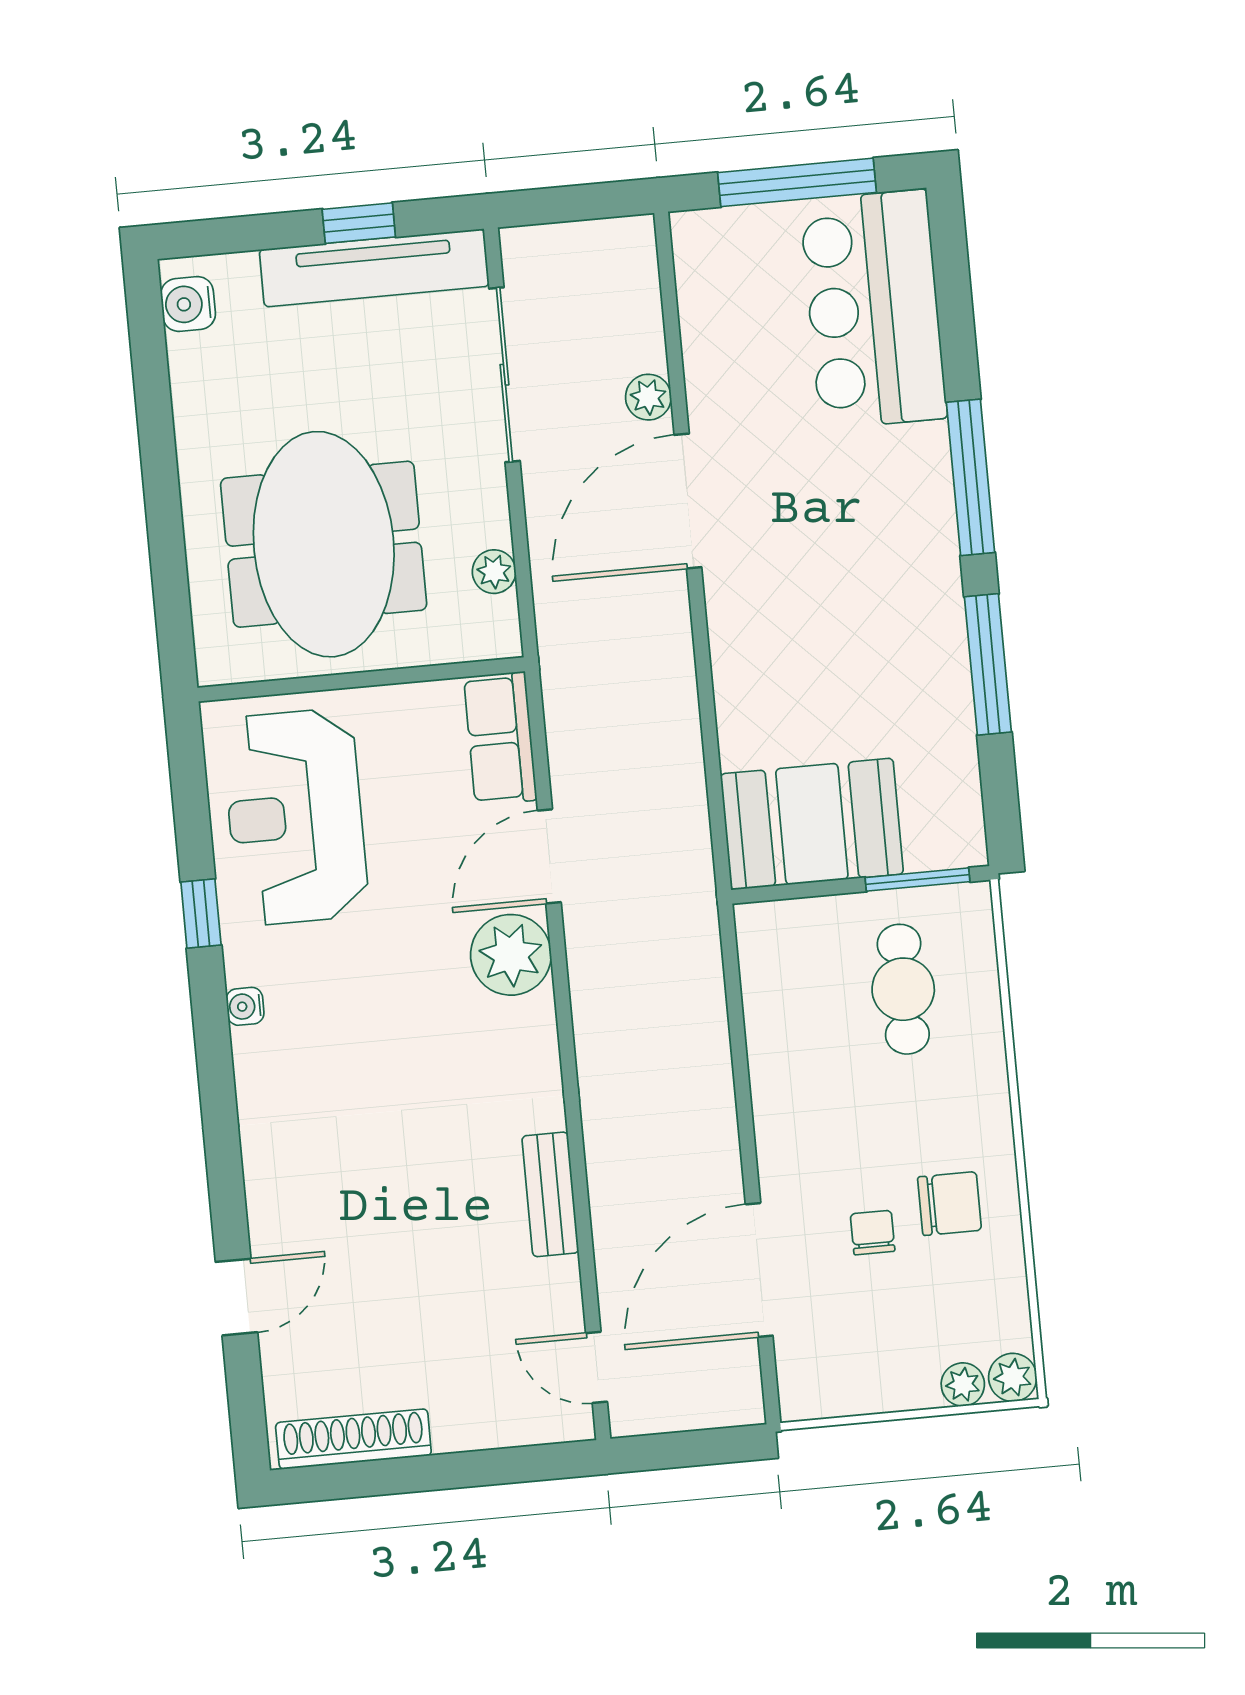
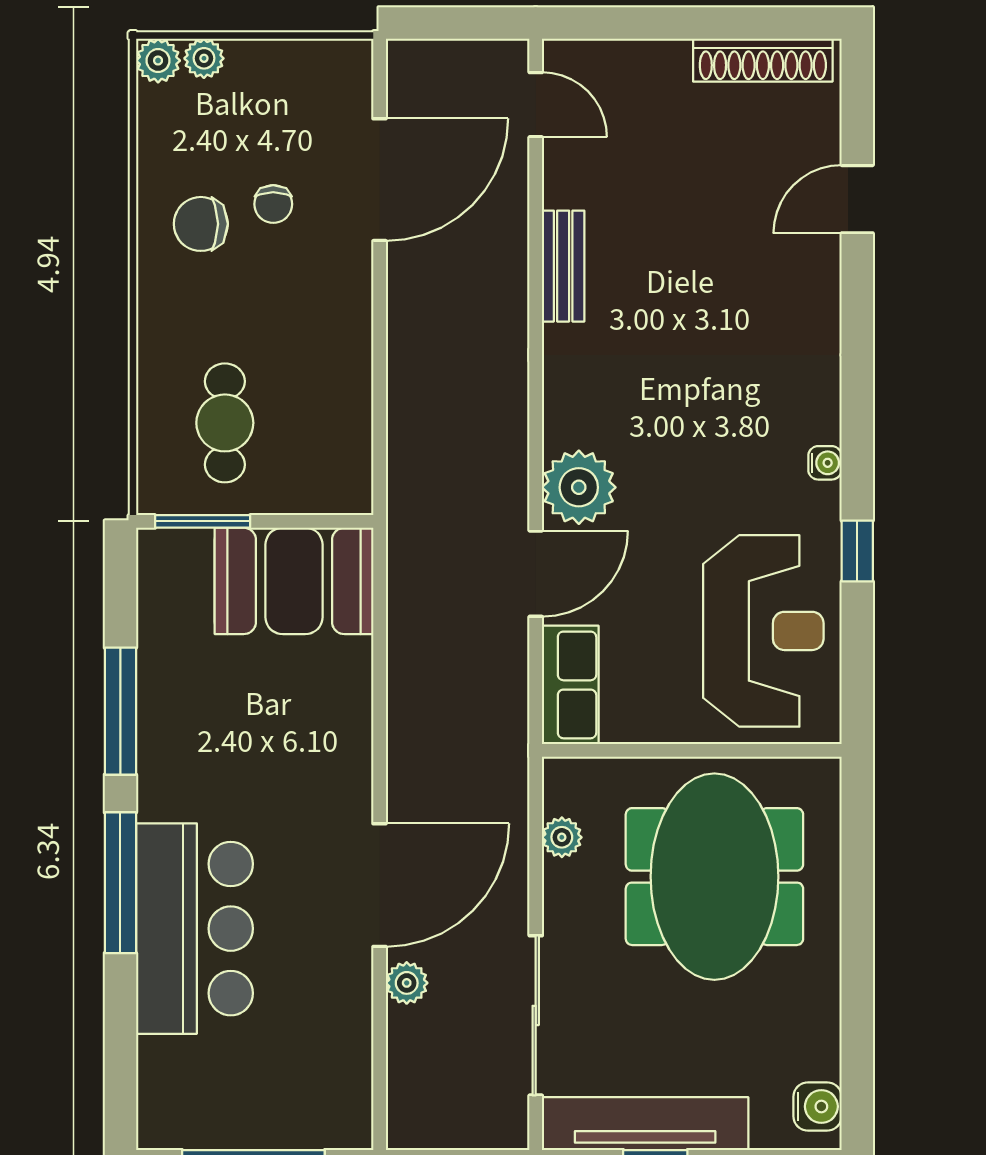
bar counter: (873, 309) -> (194, 929), moved

